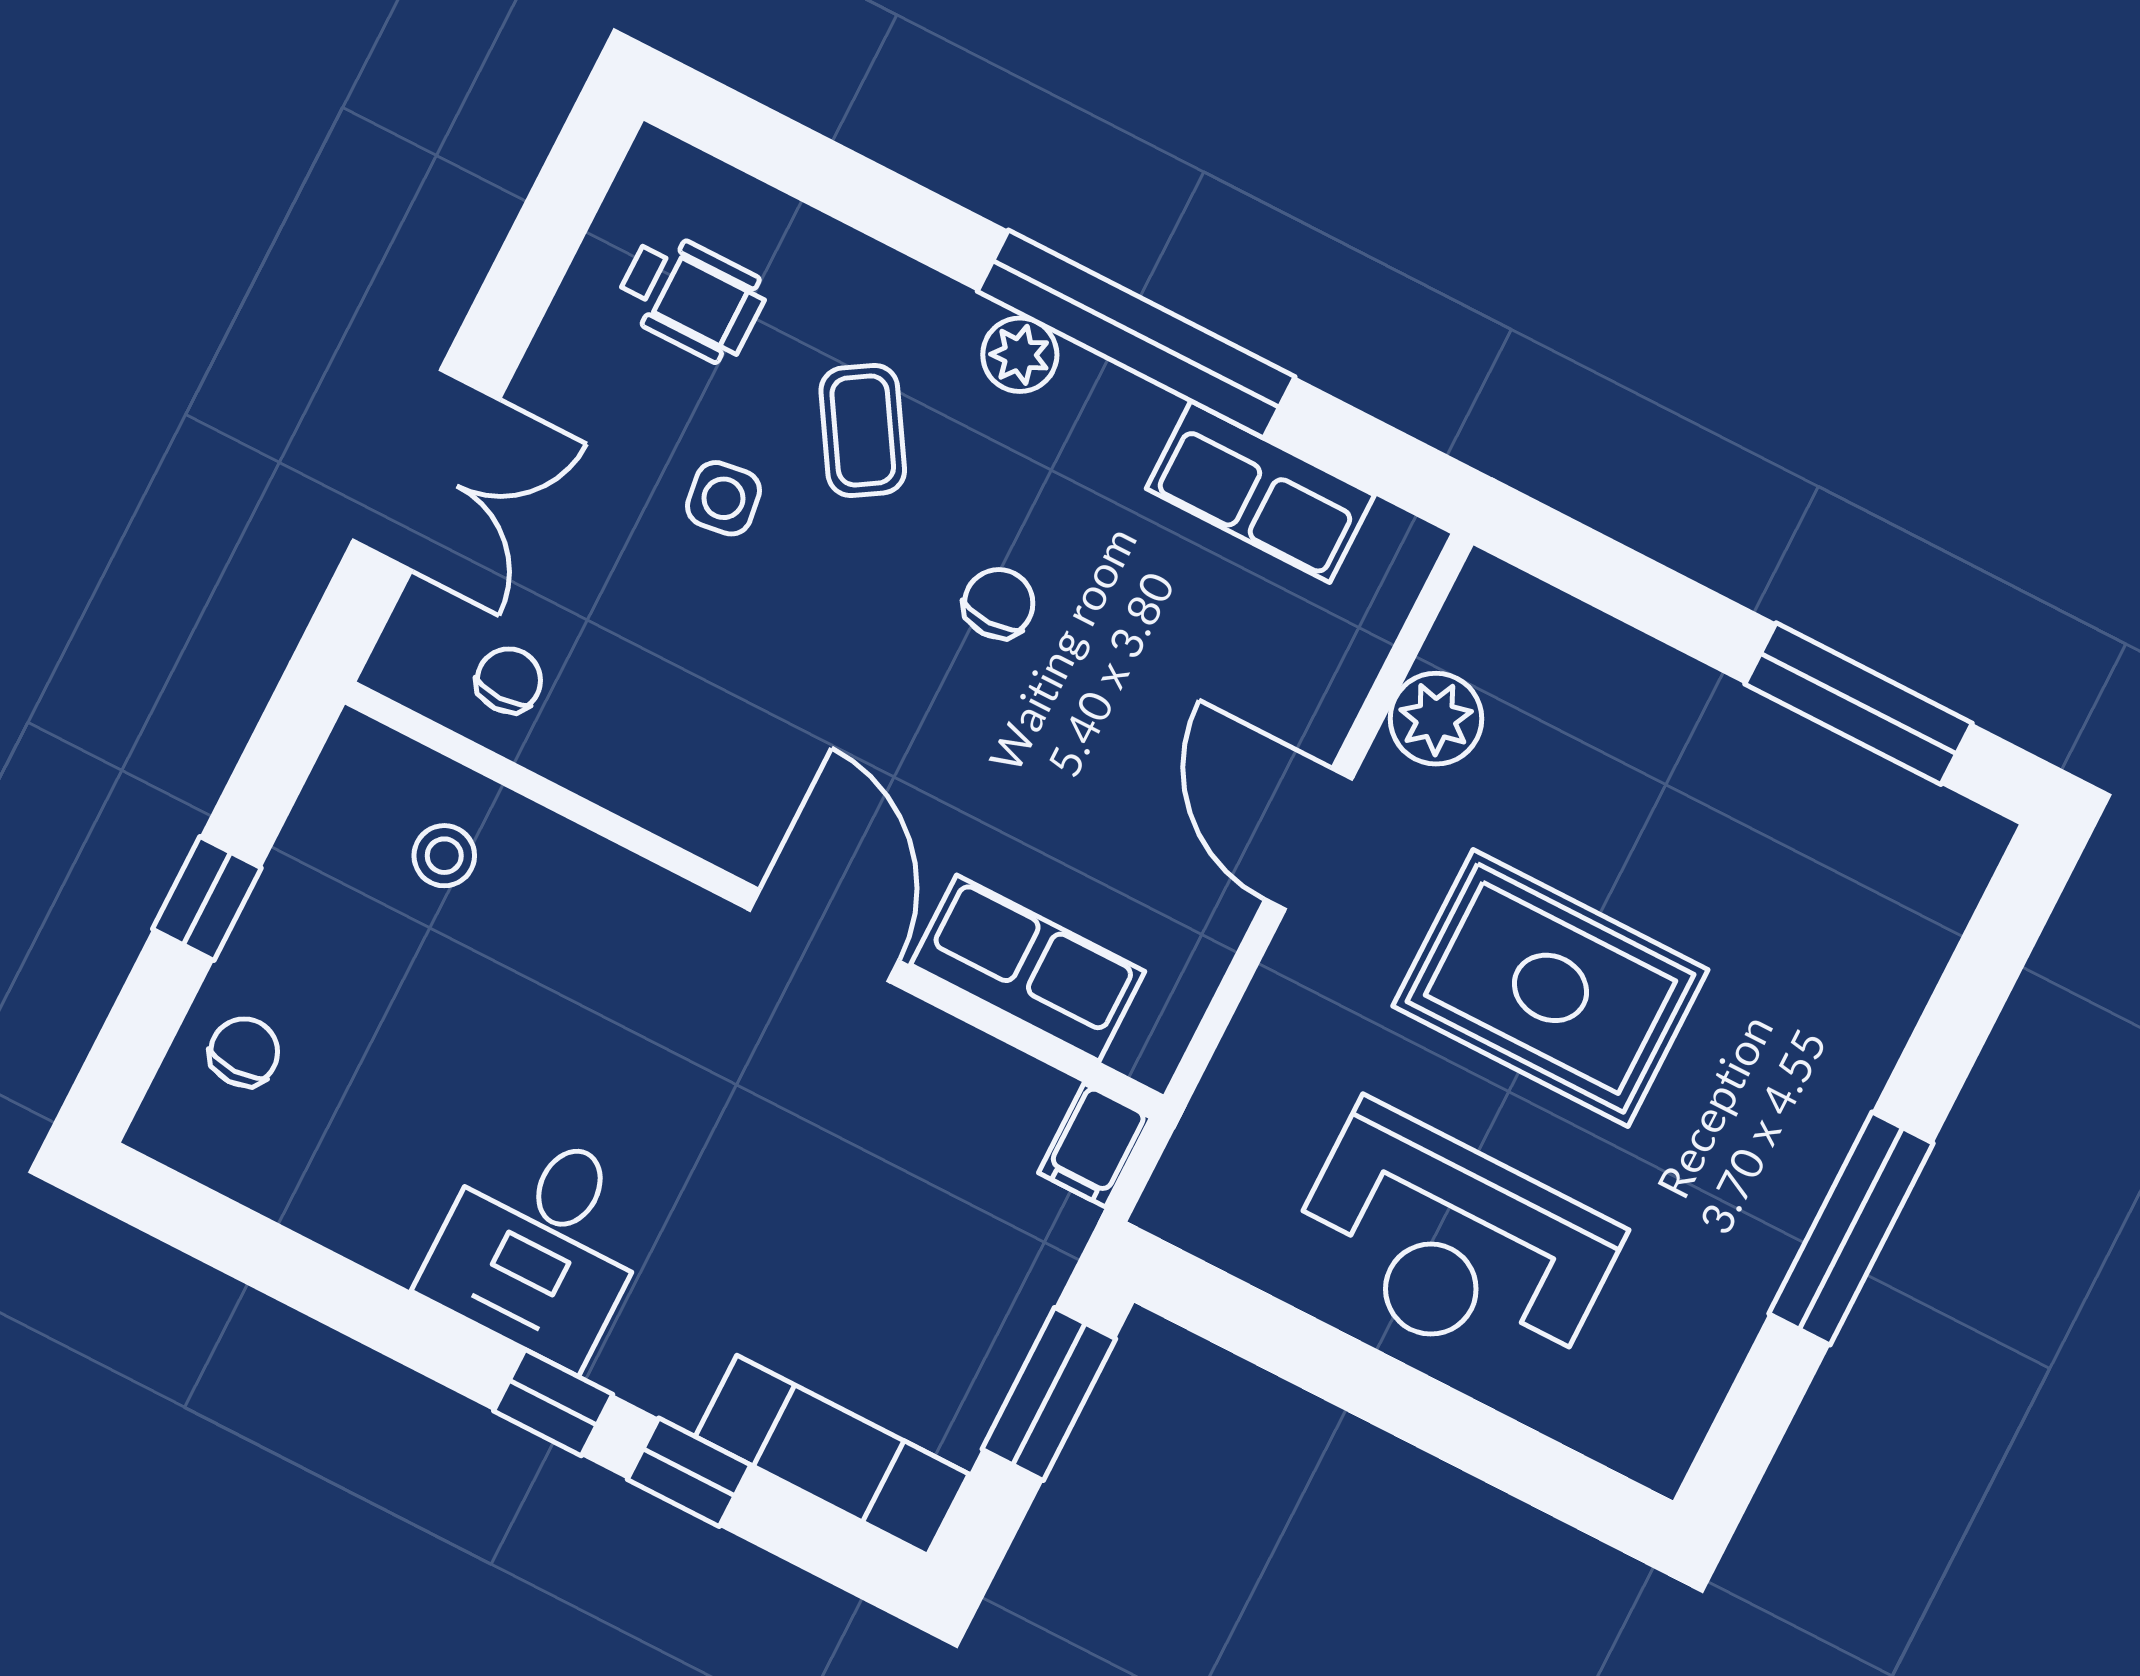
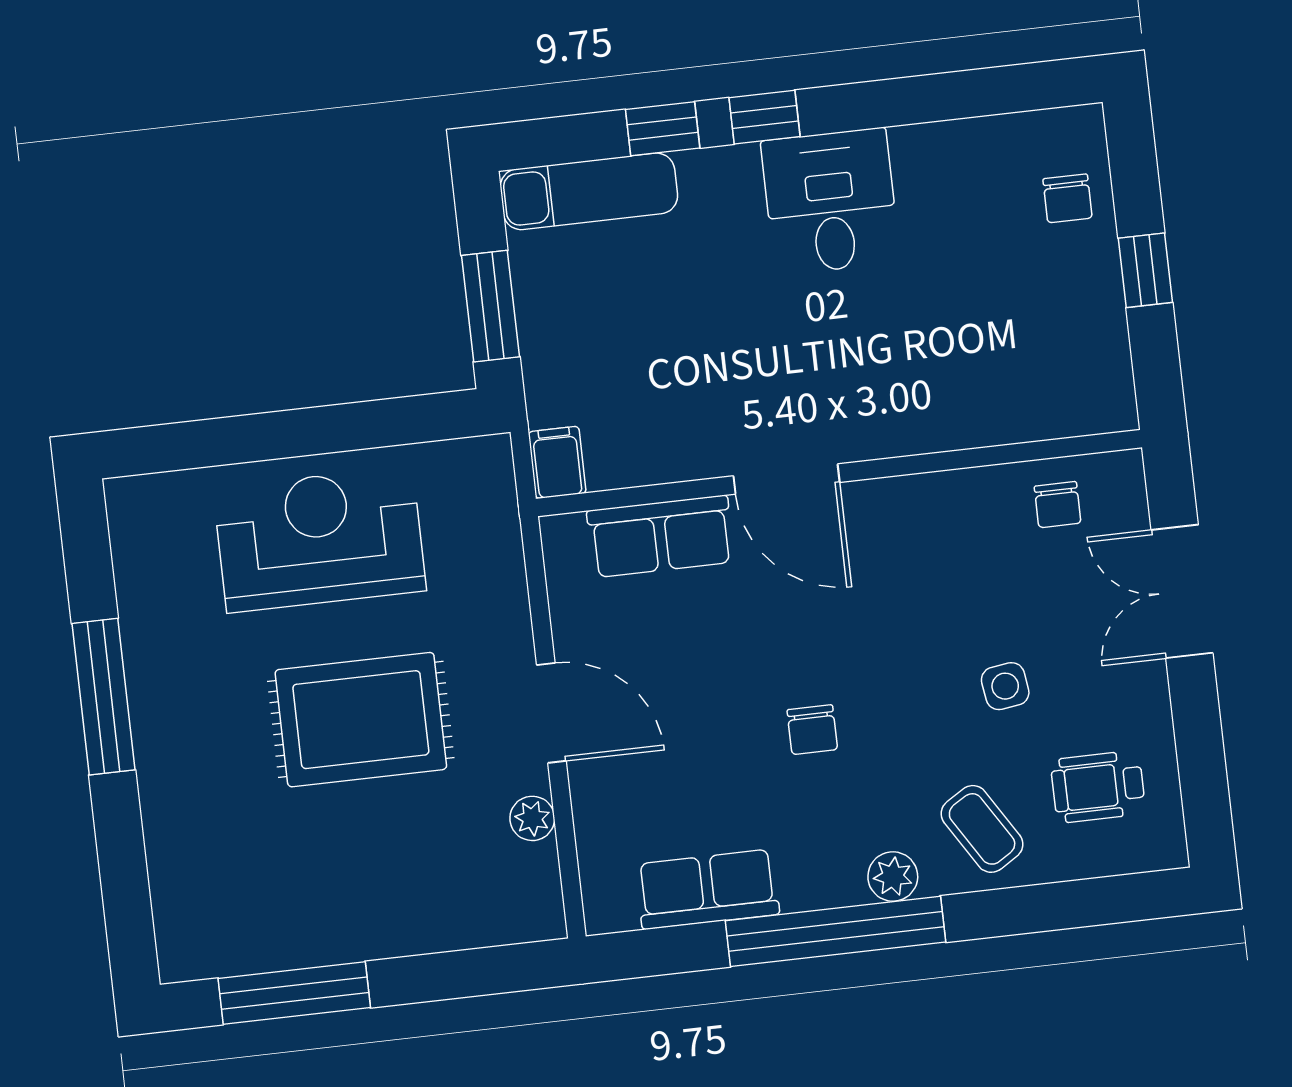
coffee table: (863, 430) -> (982, 829), moved
plant: (1436, 719) -> (532, 818), width x0.73, depth x0.73
stool: (444, 856) -> (1029, 383), removed

